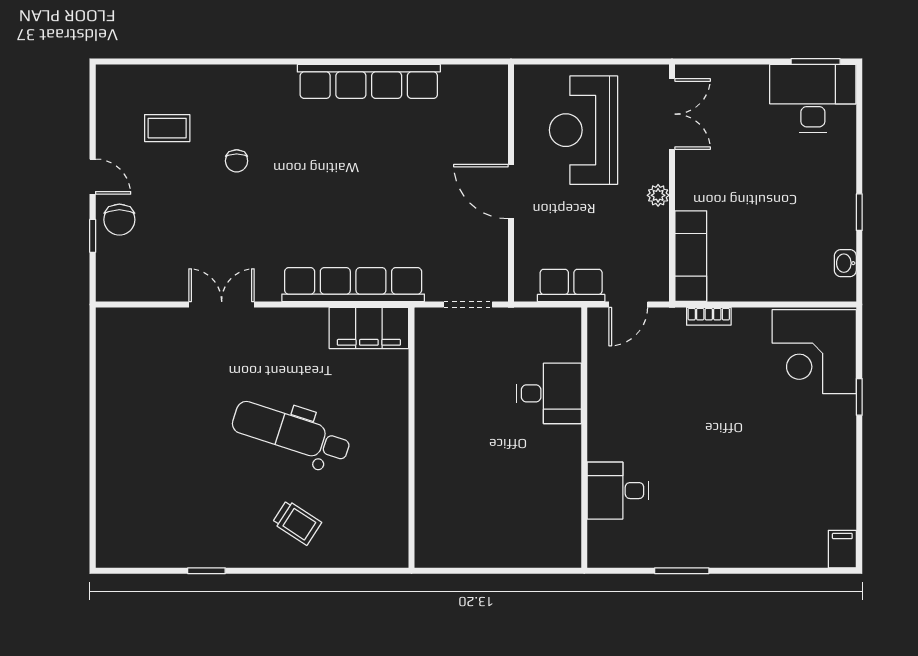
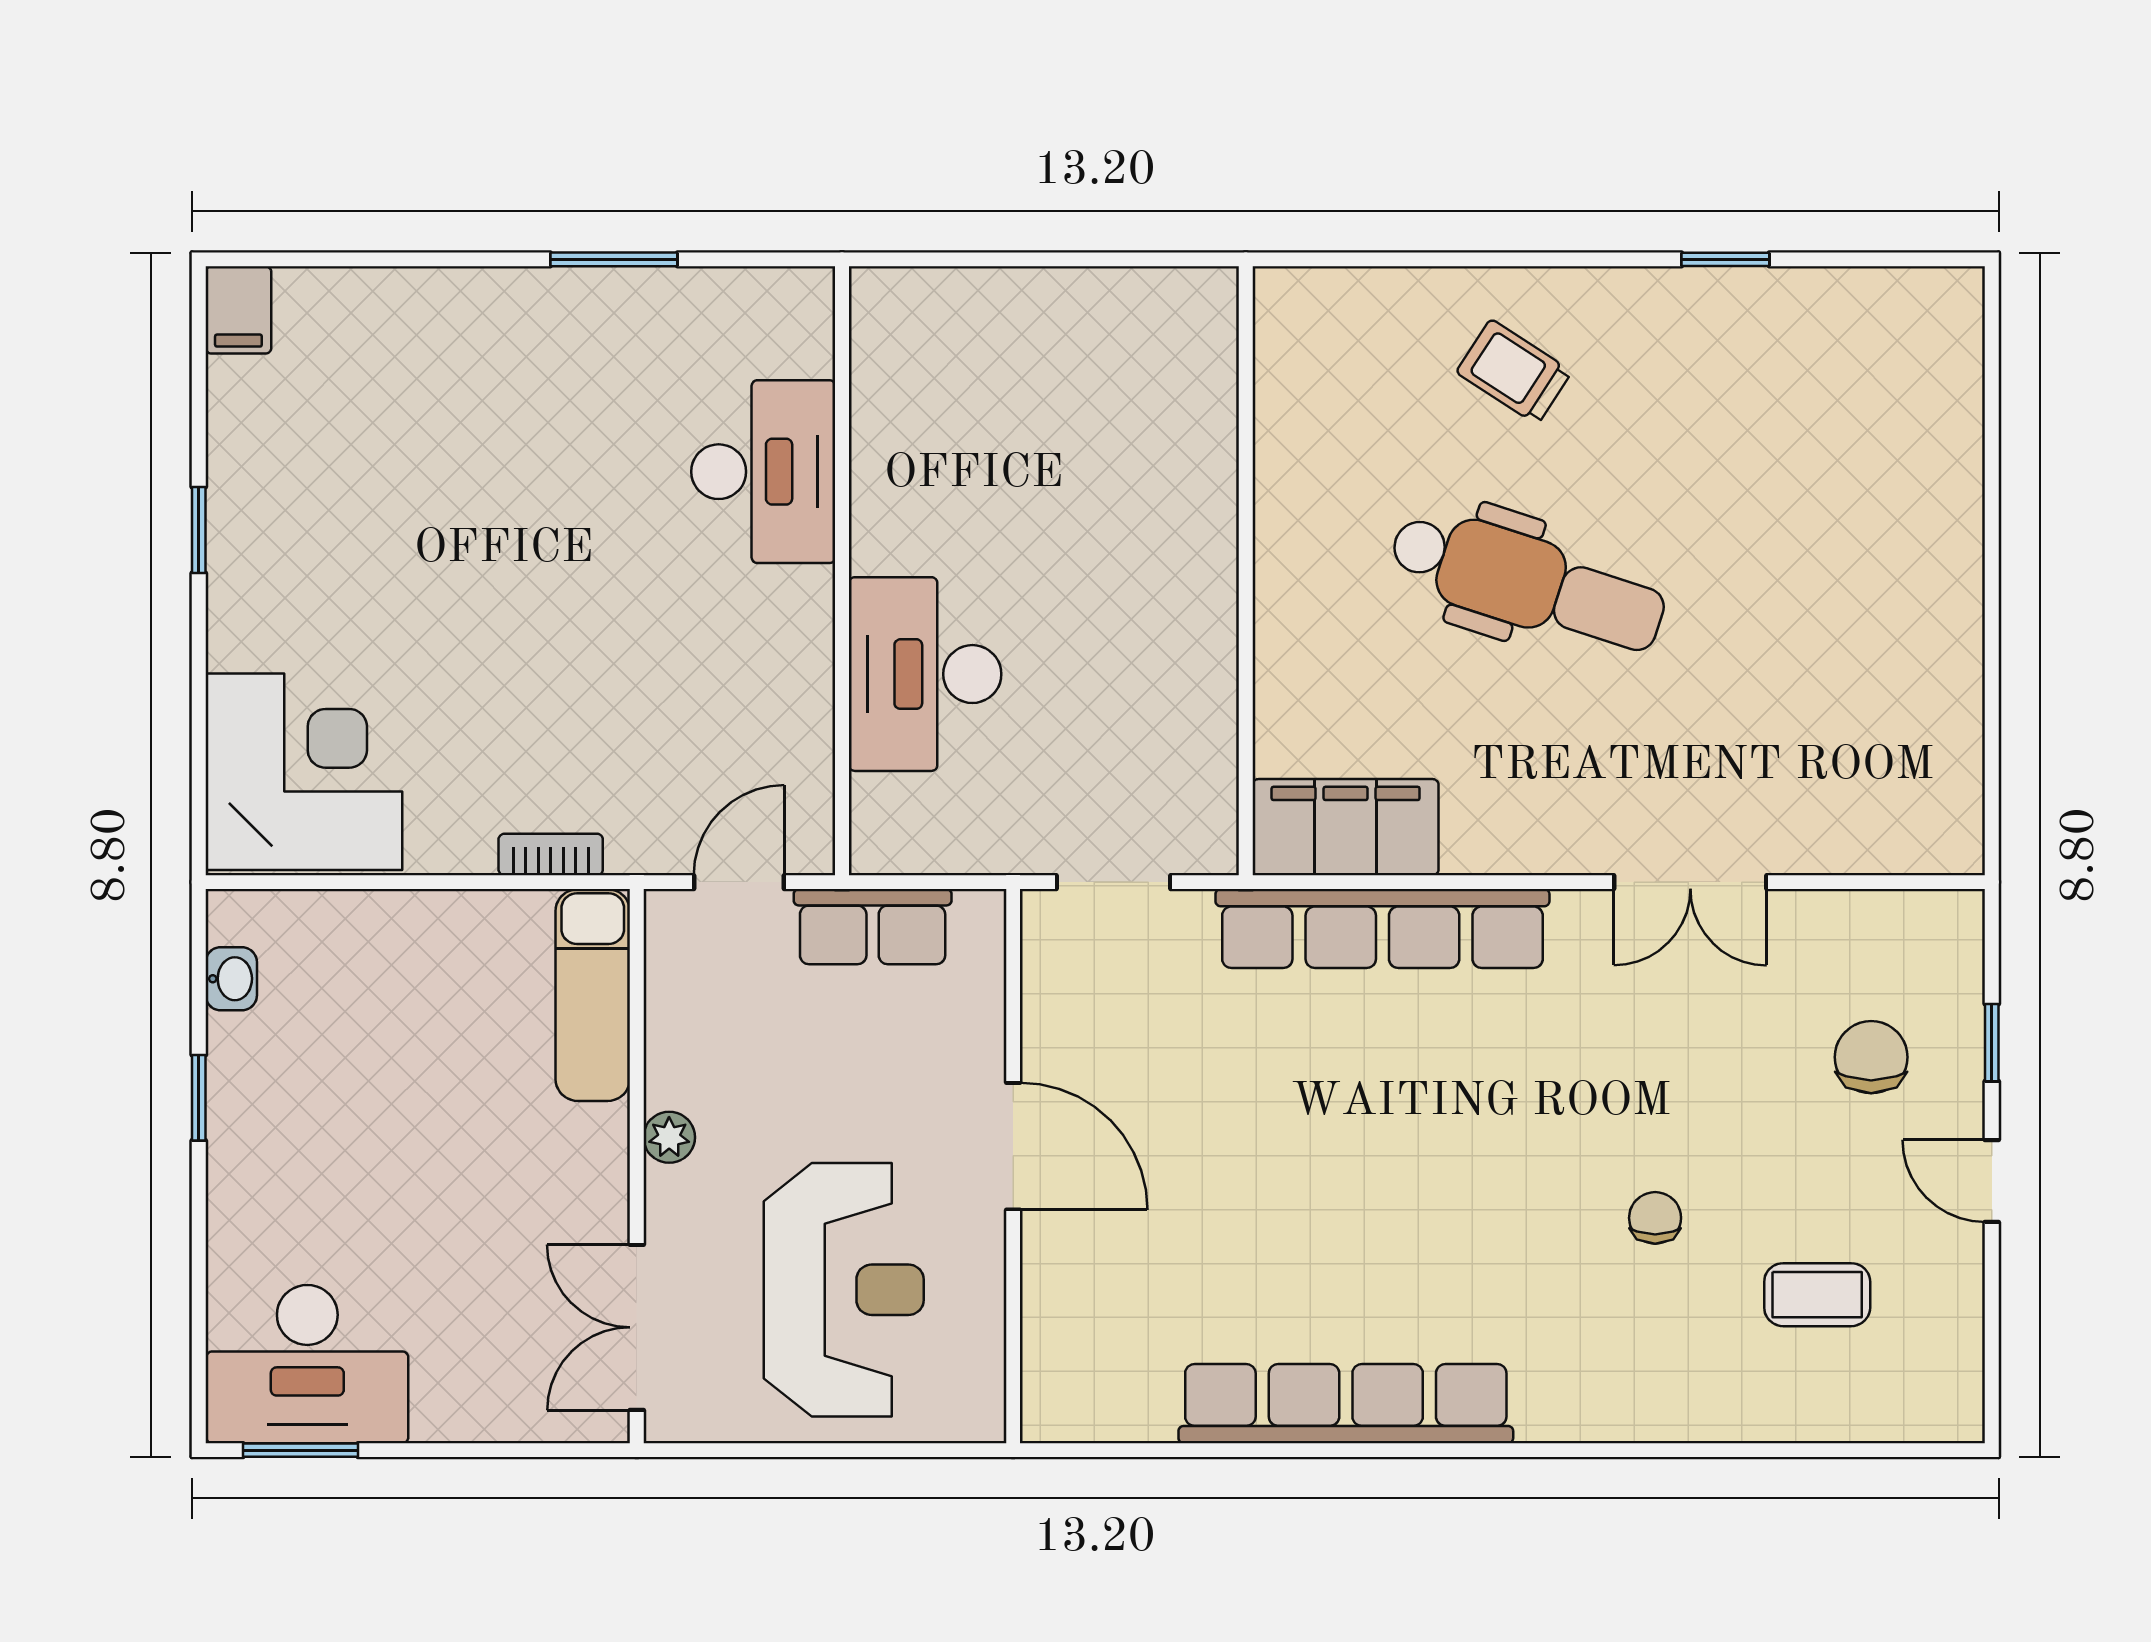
chair: (119, 220) -> (1871, 1057), moved
desk: (549, 393) -> (925, 674), width x1.37
window: (859, 397) -> (199, 530), moved
desk: (618, 491) -> (763, 472), width x1.37

